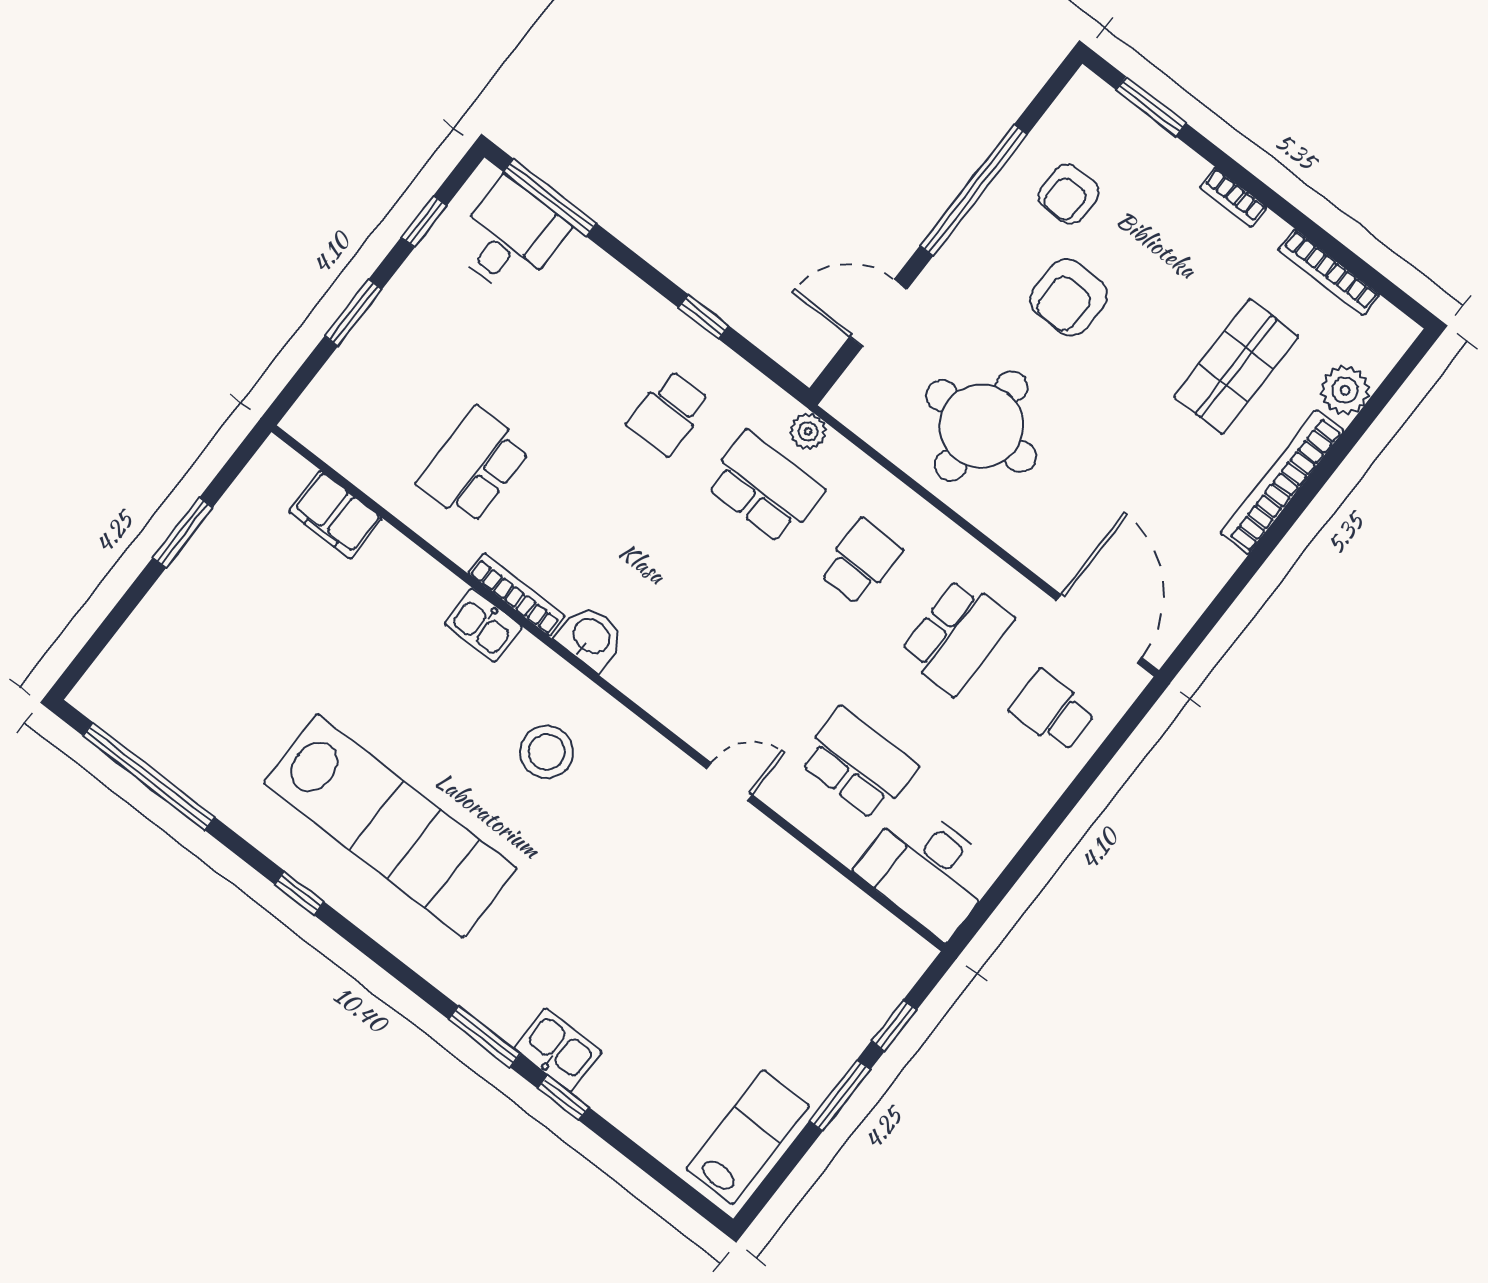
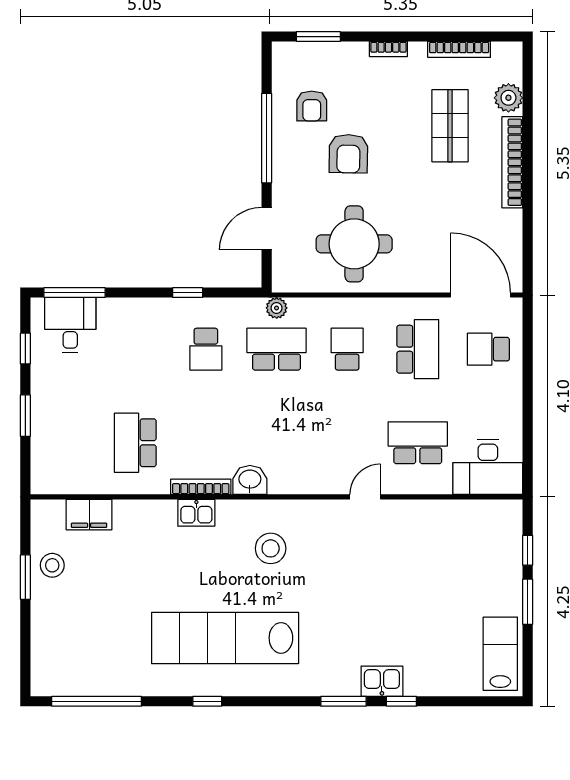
stool: (232, 545) -> (52, 565), added
lab bench: (390, 826) -> (225, 638), turned 180

